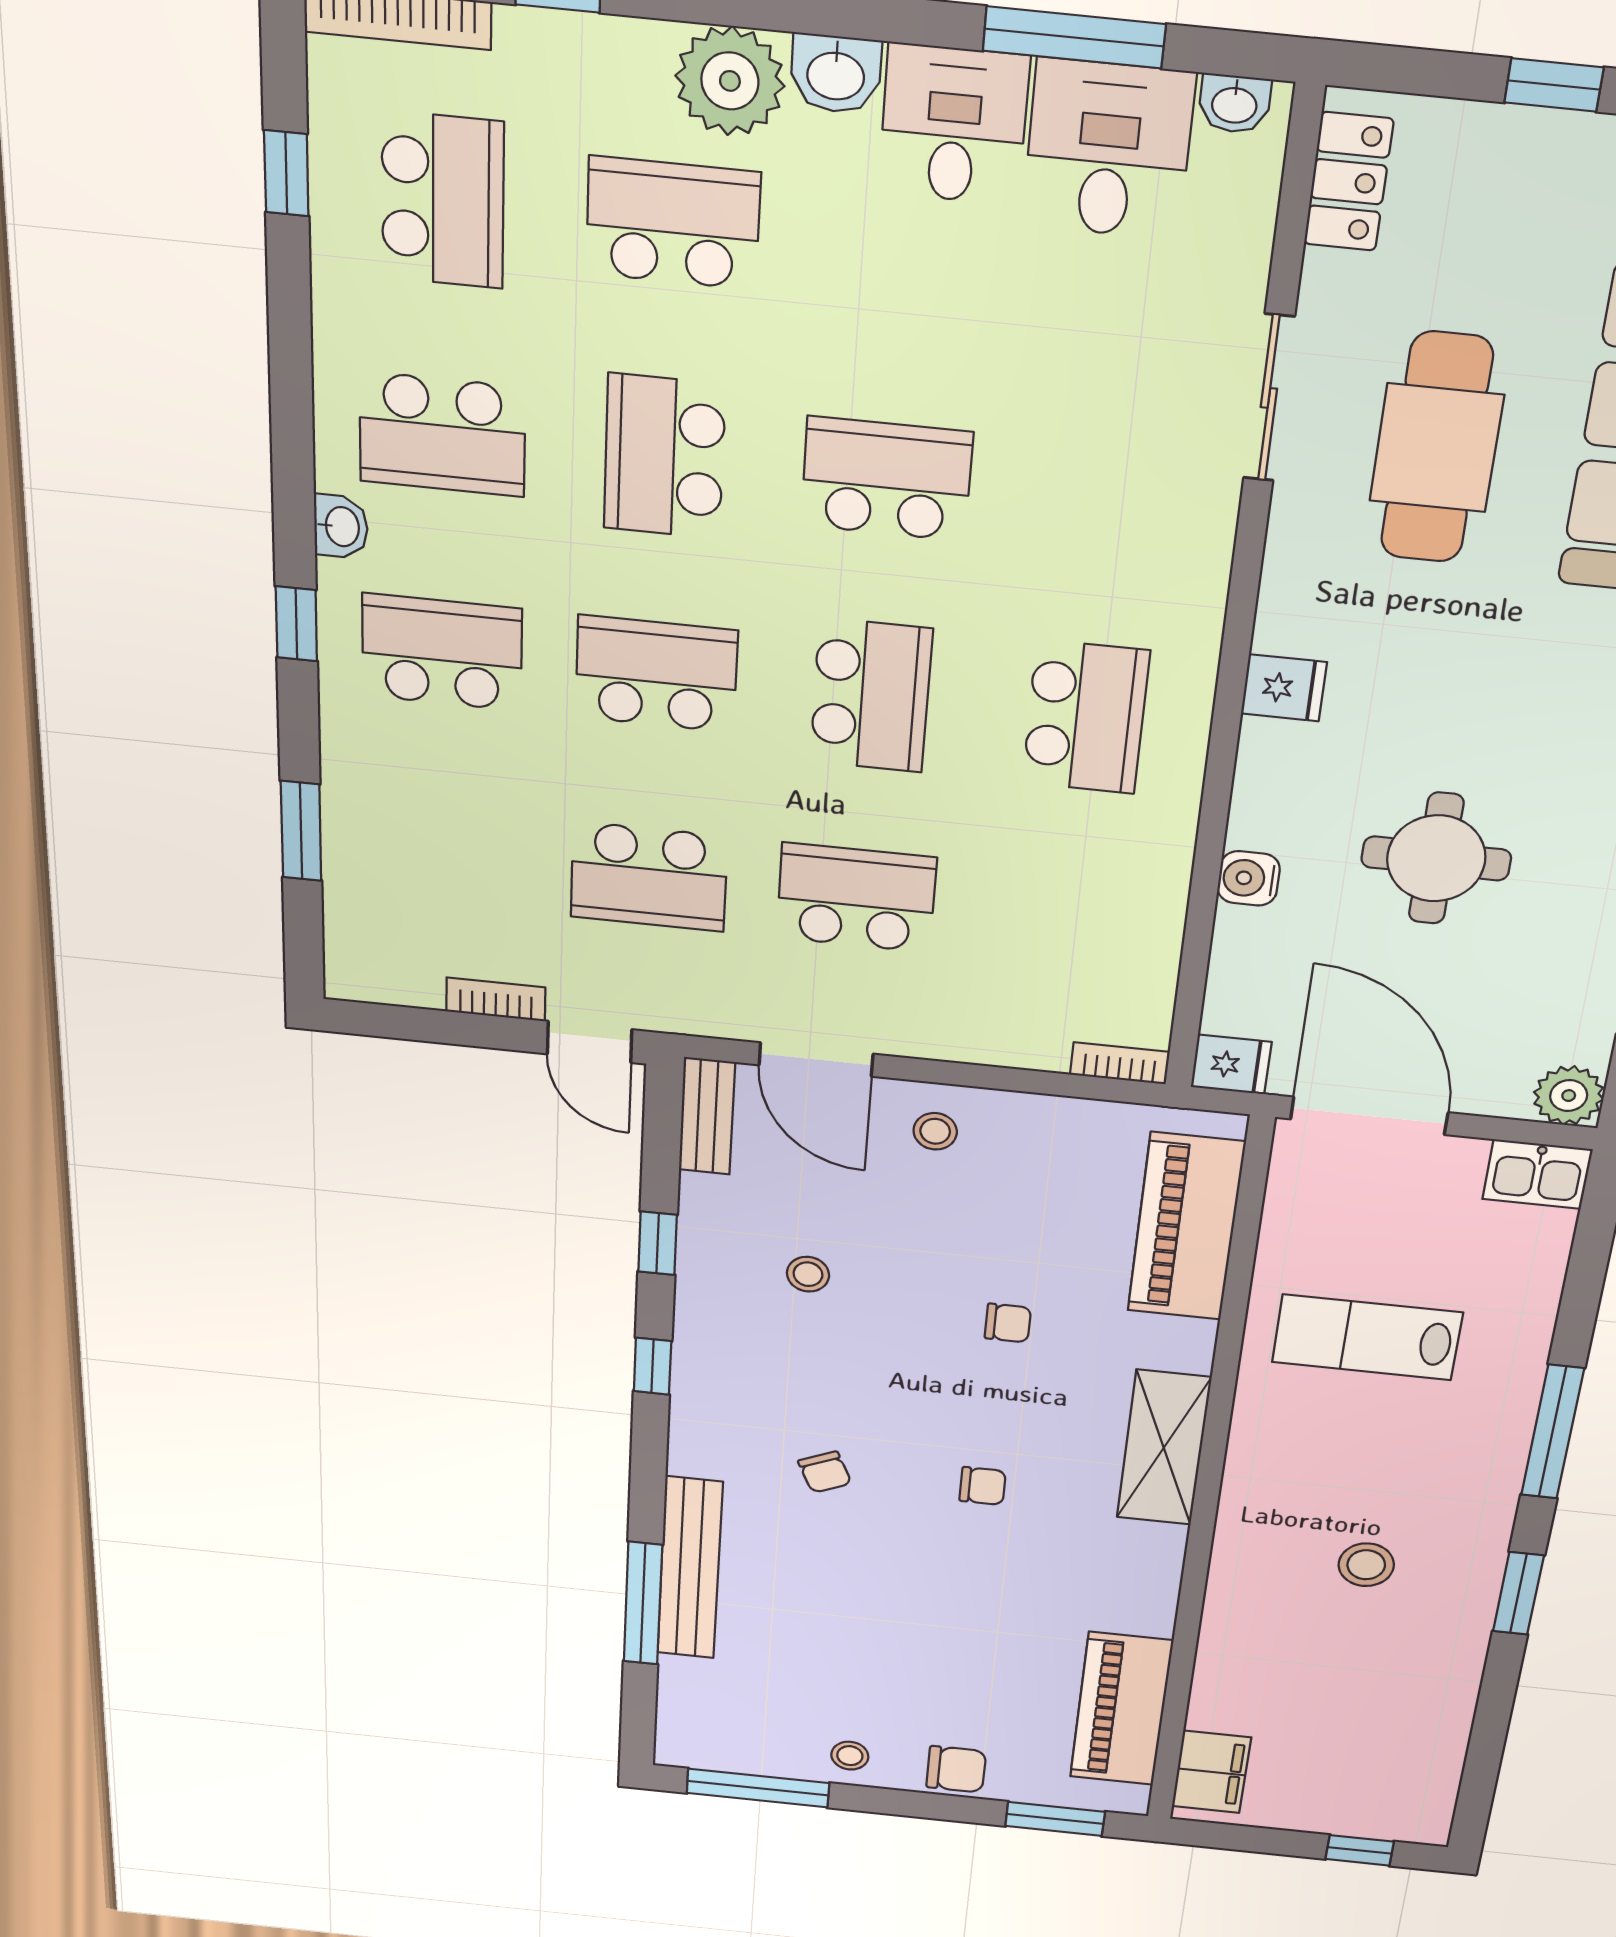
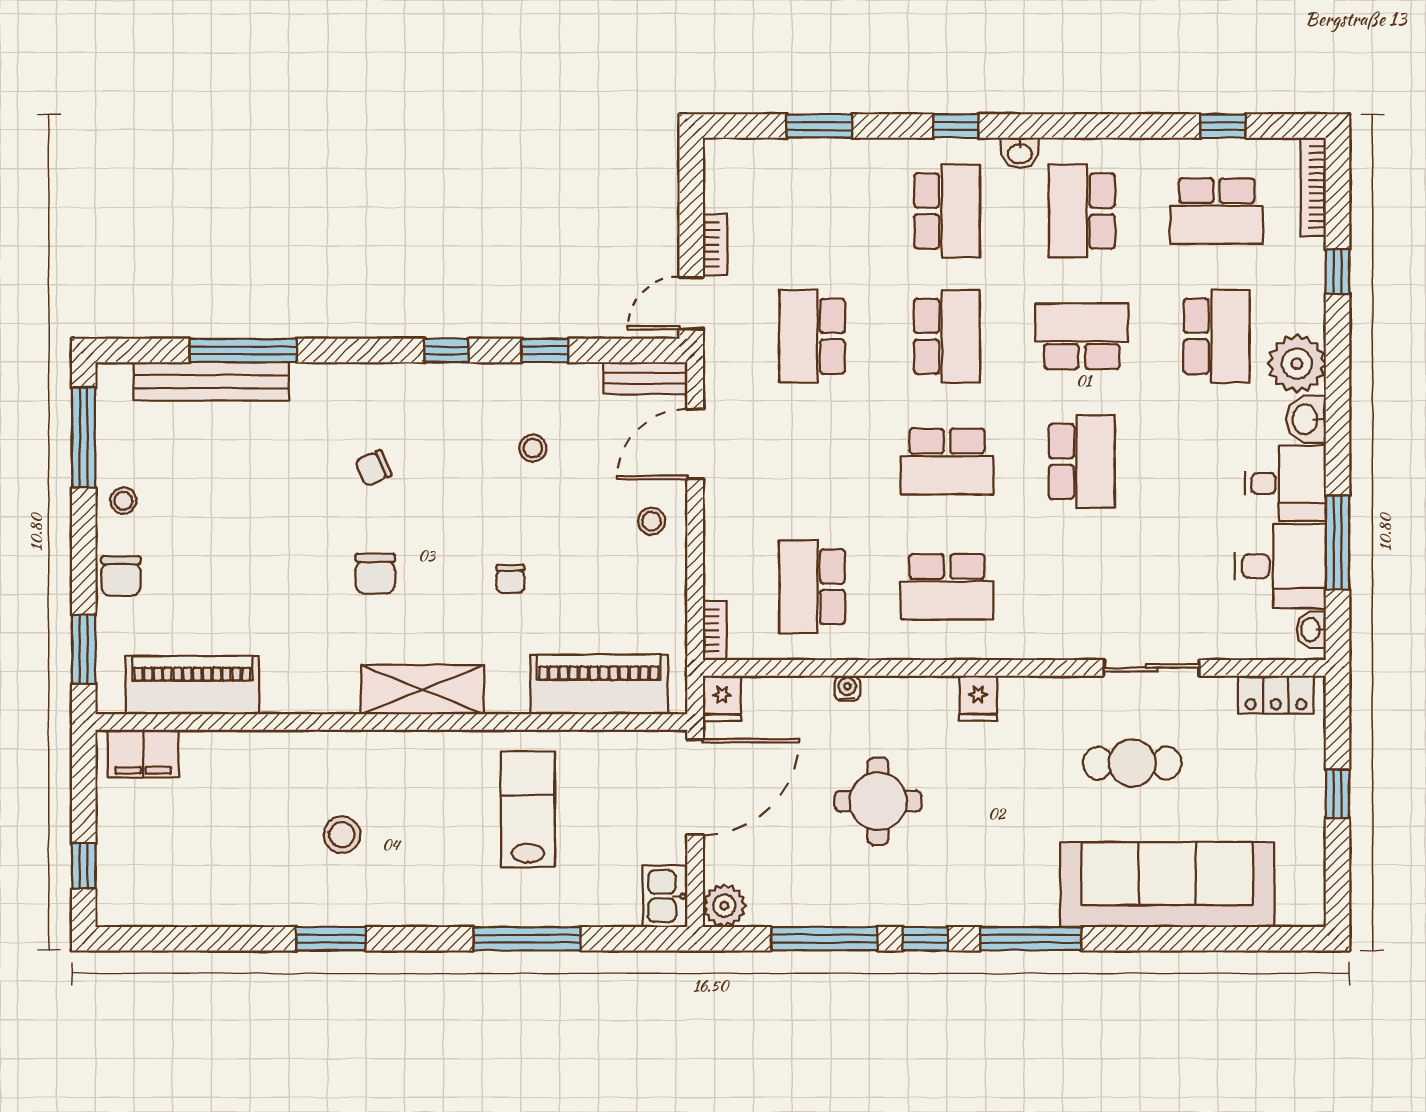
cafe table: (1436, 448) -> (1132, 763), width x0.73, depth x0.74
water cooler: (1249, 878) -> (847, 688), width x0.72, depth x0.72
school desk: (856, 898) -> (812, 587), moved, turned 180
window: (1553, 1432) -> (527, 939), moved
chair: (983, 1486) -> (375, 574), width x1.37, depth x1.37
bench: (690, 1568) -> (211, 381), moved

